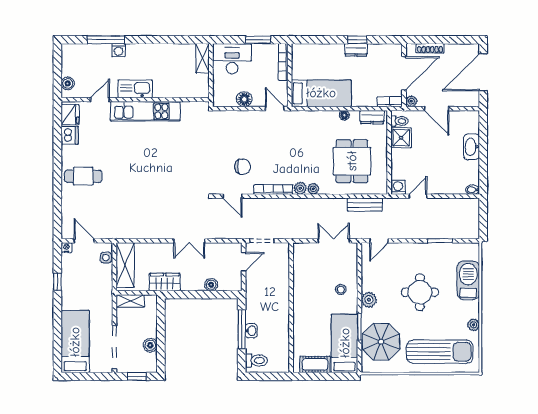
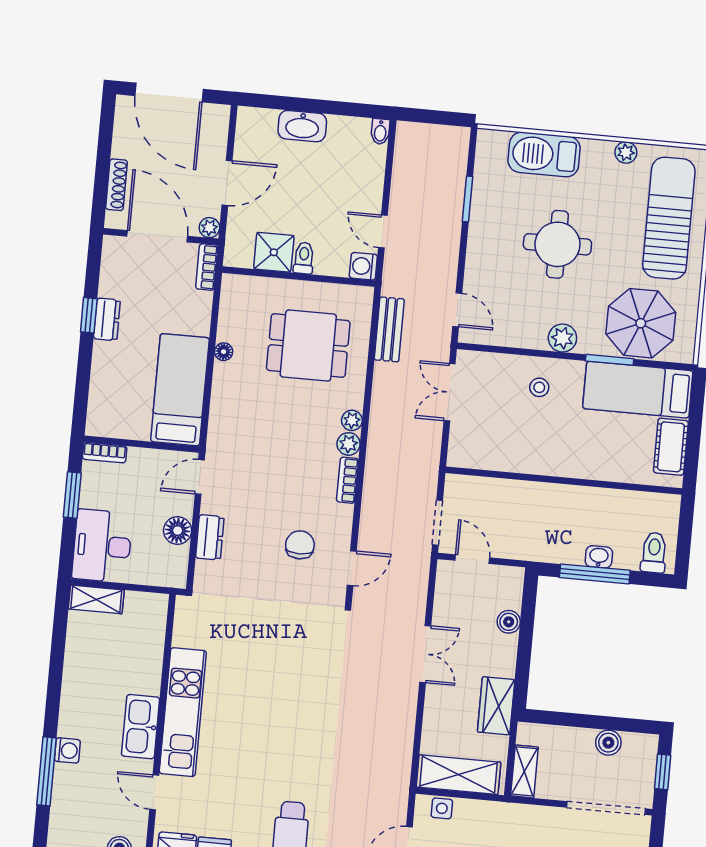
bookcase: (283, 62) -> (105, 453), width x0.64
dresser: (372, 117) -> (210, 537), moved
toilet: (400, 121) -> (304, 258), moved
bookcase: (273, 189) -> (347, 480), width x0.64

